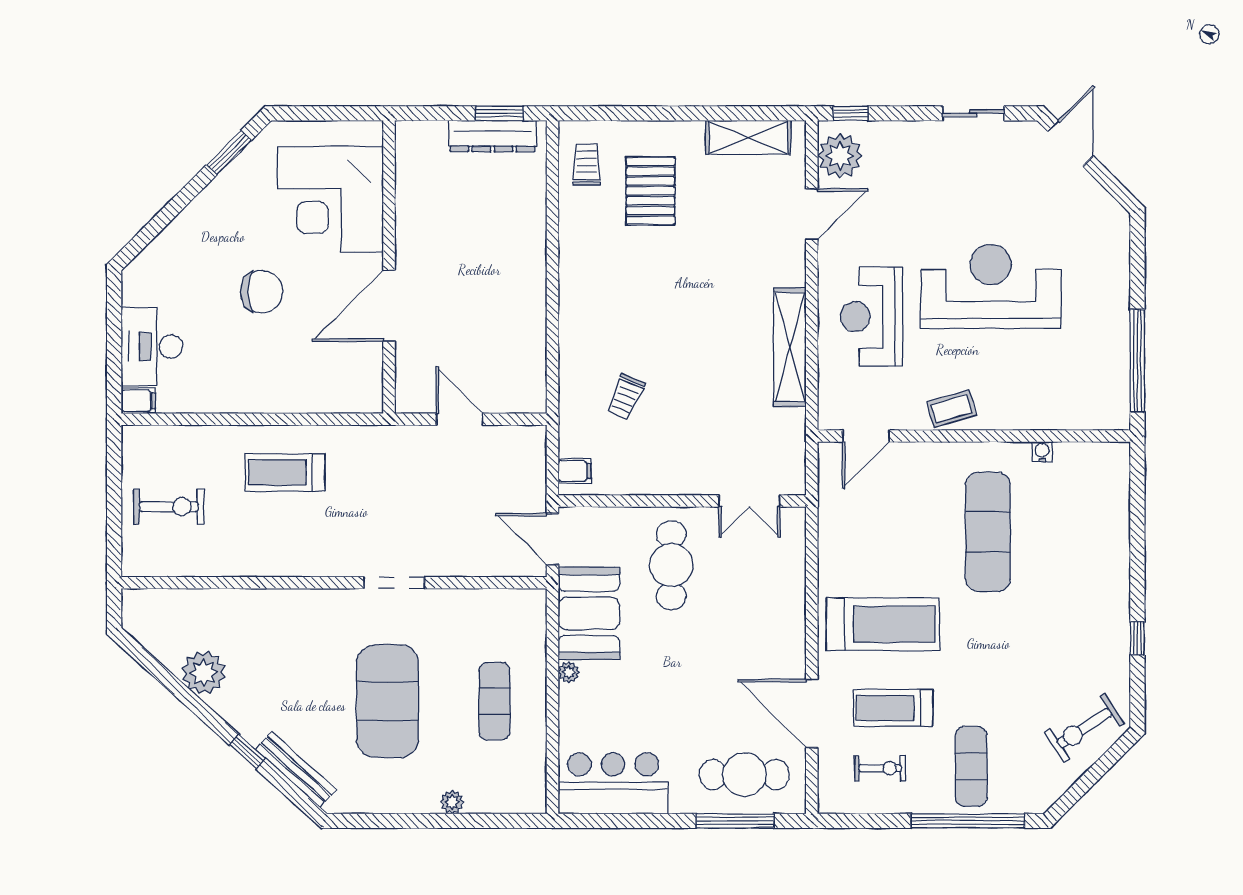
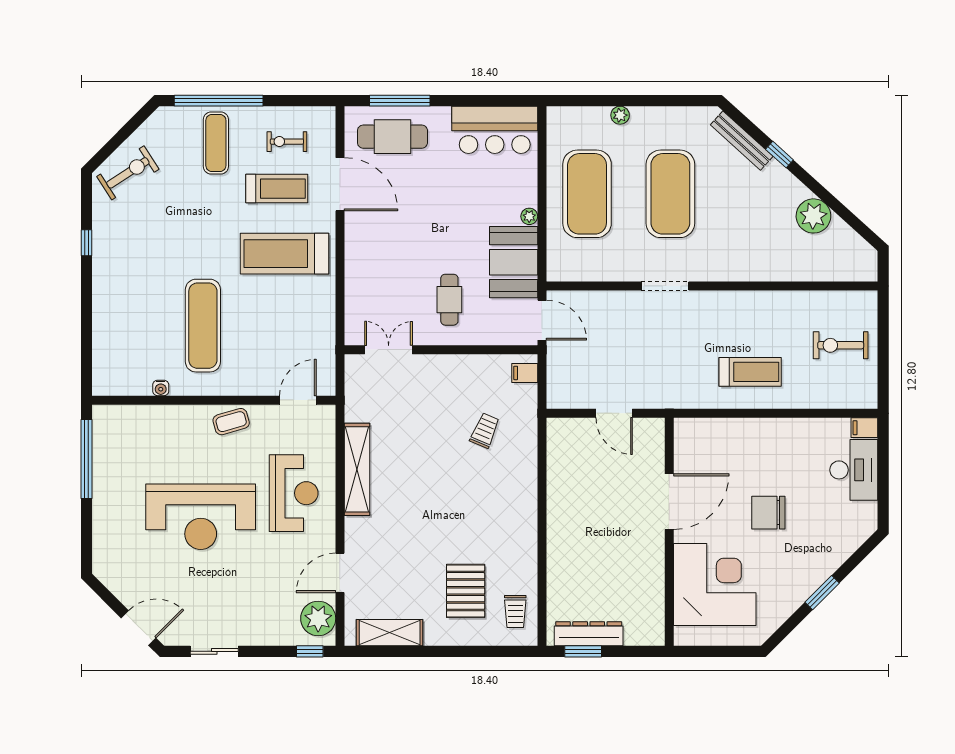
door: (1071, 144) -> (139, 628), swing flipped
window: (229, 153) -> (822, 593), moved
cafe table: (671, 565) -> (449, 300), width x0.73, depth x0.74
exercise mat: (494, 701) -> (587, 194), width x2.00, depth x1.45

